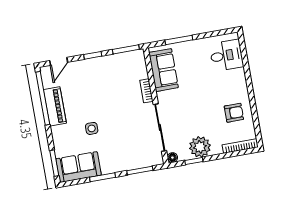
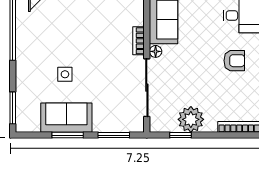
piano: (55, 106) -> (26, 40), removed
armchair: (234, 113) -> (234, 61), moved
floor lamp: (172, 158) -> (156, 51), moved
sofa: (79, 167) -> (66, 118), moved

